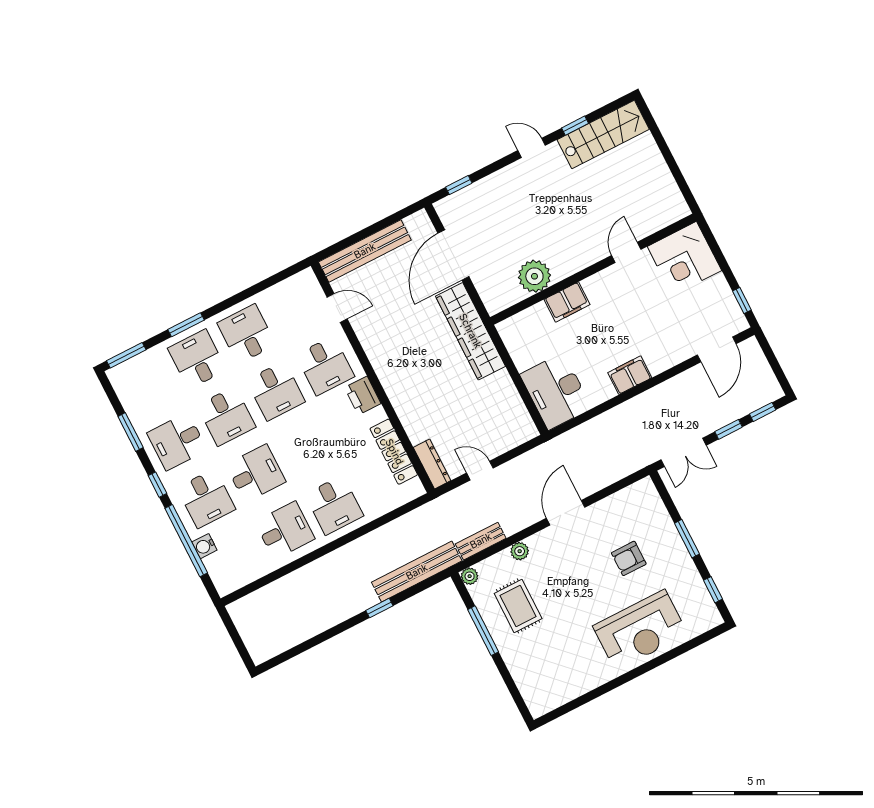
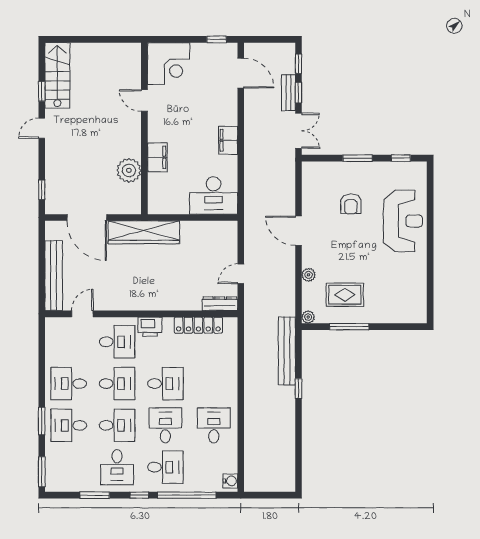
desk: (334, 505) -> (165, 384), moved
bench: (481, 541) -> (288, 93), moved
water cooler: (204, 546) -> (230, 481), moved, turned -90

